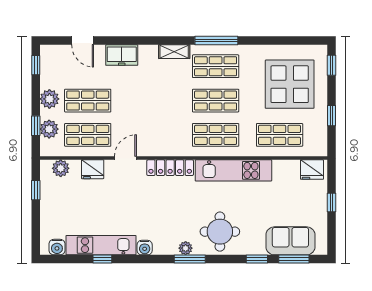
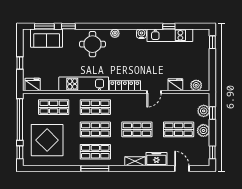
shelving: (174, 52) -> (135, 161), moved
window: (331, 116) -> (20, 120), width x3.17
shop shelf: (88, 135) -> (137, 129), moved
window: (36, 190) -> (212, 42), moved
water cooler: (57, 247) -> (199, 34), removed
window: (190, 259) -> (112, 26), removed

